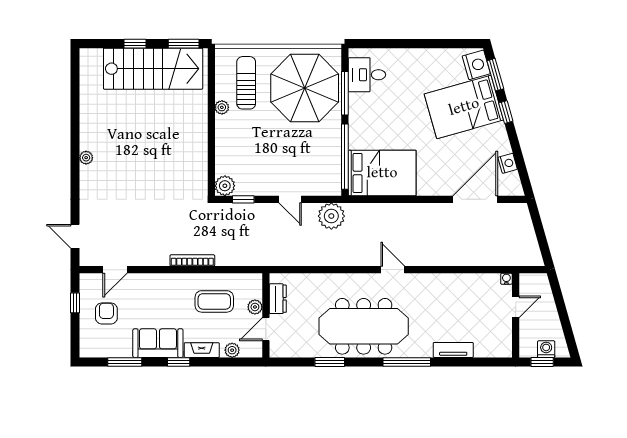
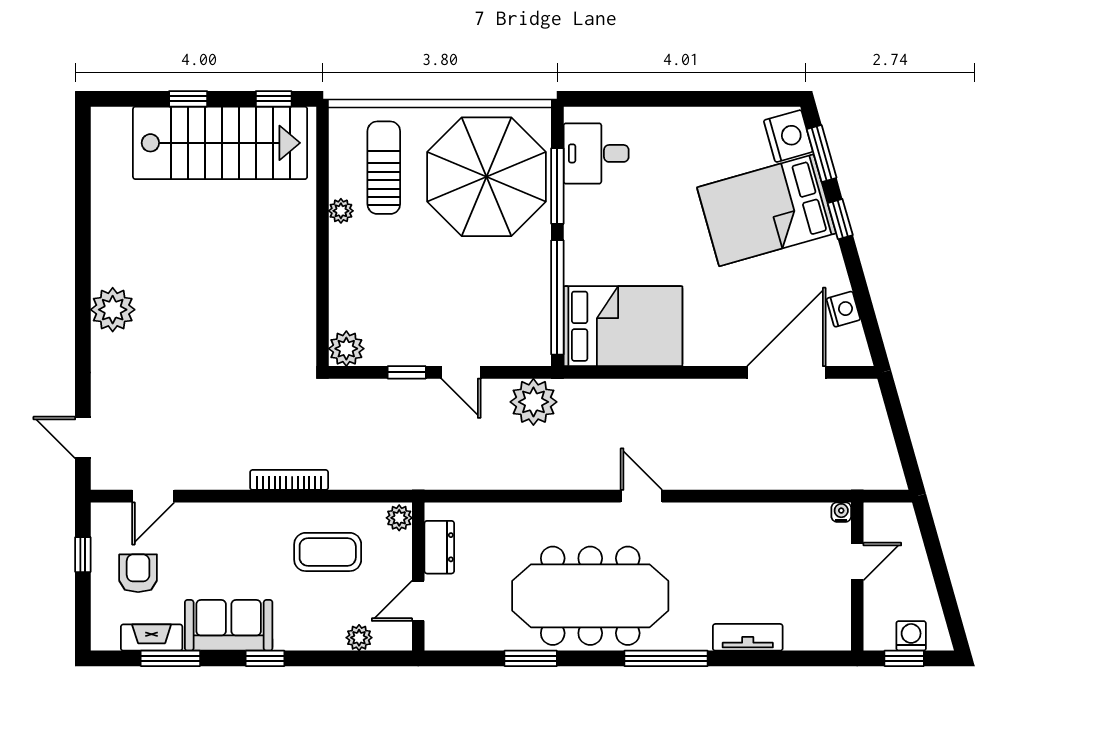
window: (184, 44) -> (274, 99), width x0.67
plant: (86, 158) -> (113, 310), width x1.87, depth x1.87
window: (243, 199) -> (407, 372), moved
plant: (255, 307) -> (399, 518), moved
fireplace: (202, 350) -> (152, 638), moved

